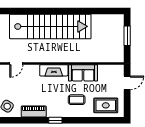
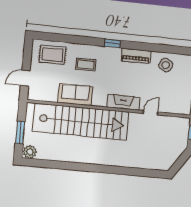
plant: (117, 20) -> (30, 152), added
stairs: (50, 26) -> (81, 122), moved, turned 180
fireplace: (54, 70) -> (123, 102), moved

